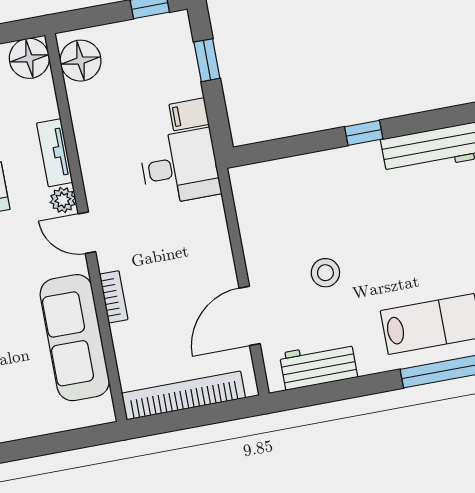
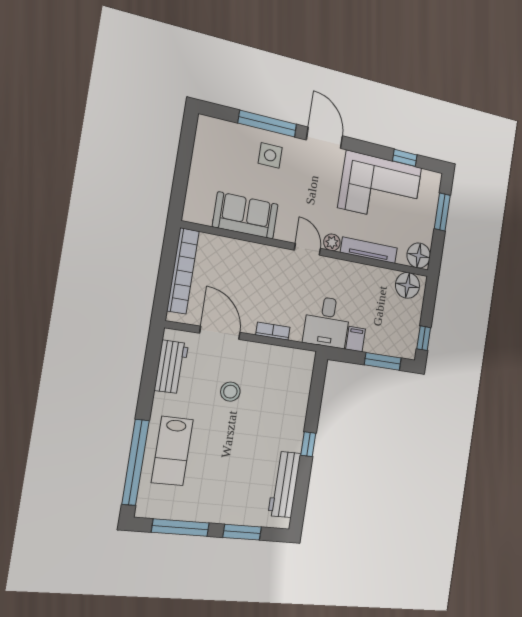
window: (207, 60) -> (383, 361), width x1.50
tv unit: (55, 153) -> (369, 250), width x1.41
door: (87, 233) -> (307, 249), hinge flipped
bookcase: (114, 297) -> (273, 331), moved, turned 180
sofa: (75, 338) -> (245, 215), width x0.73

